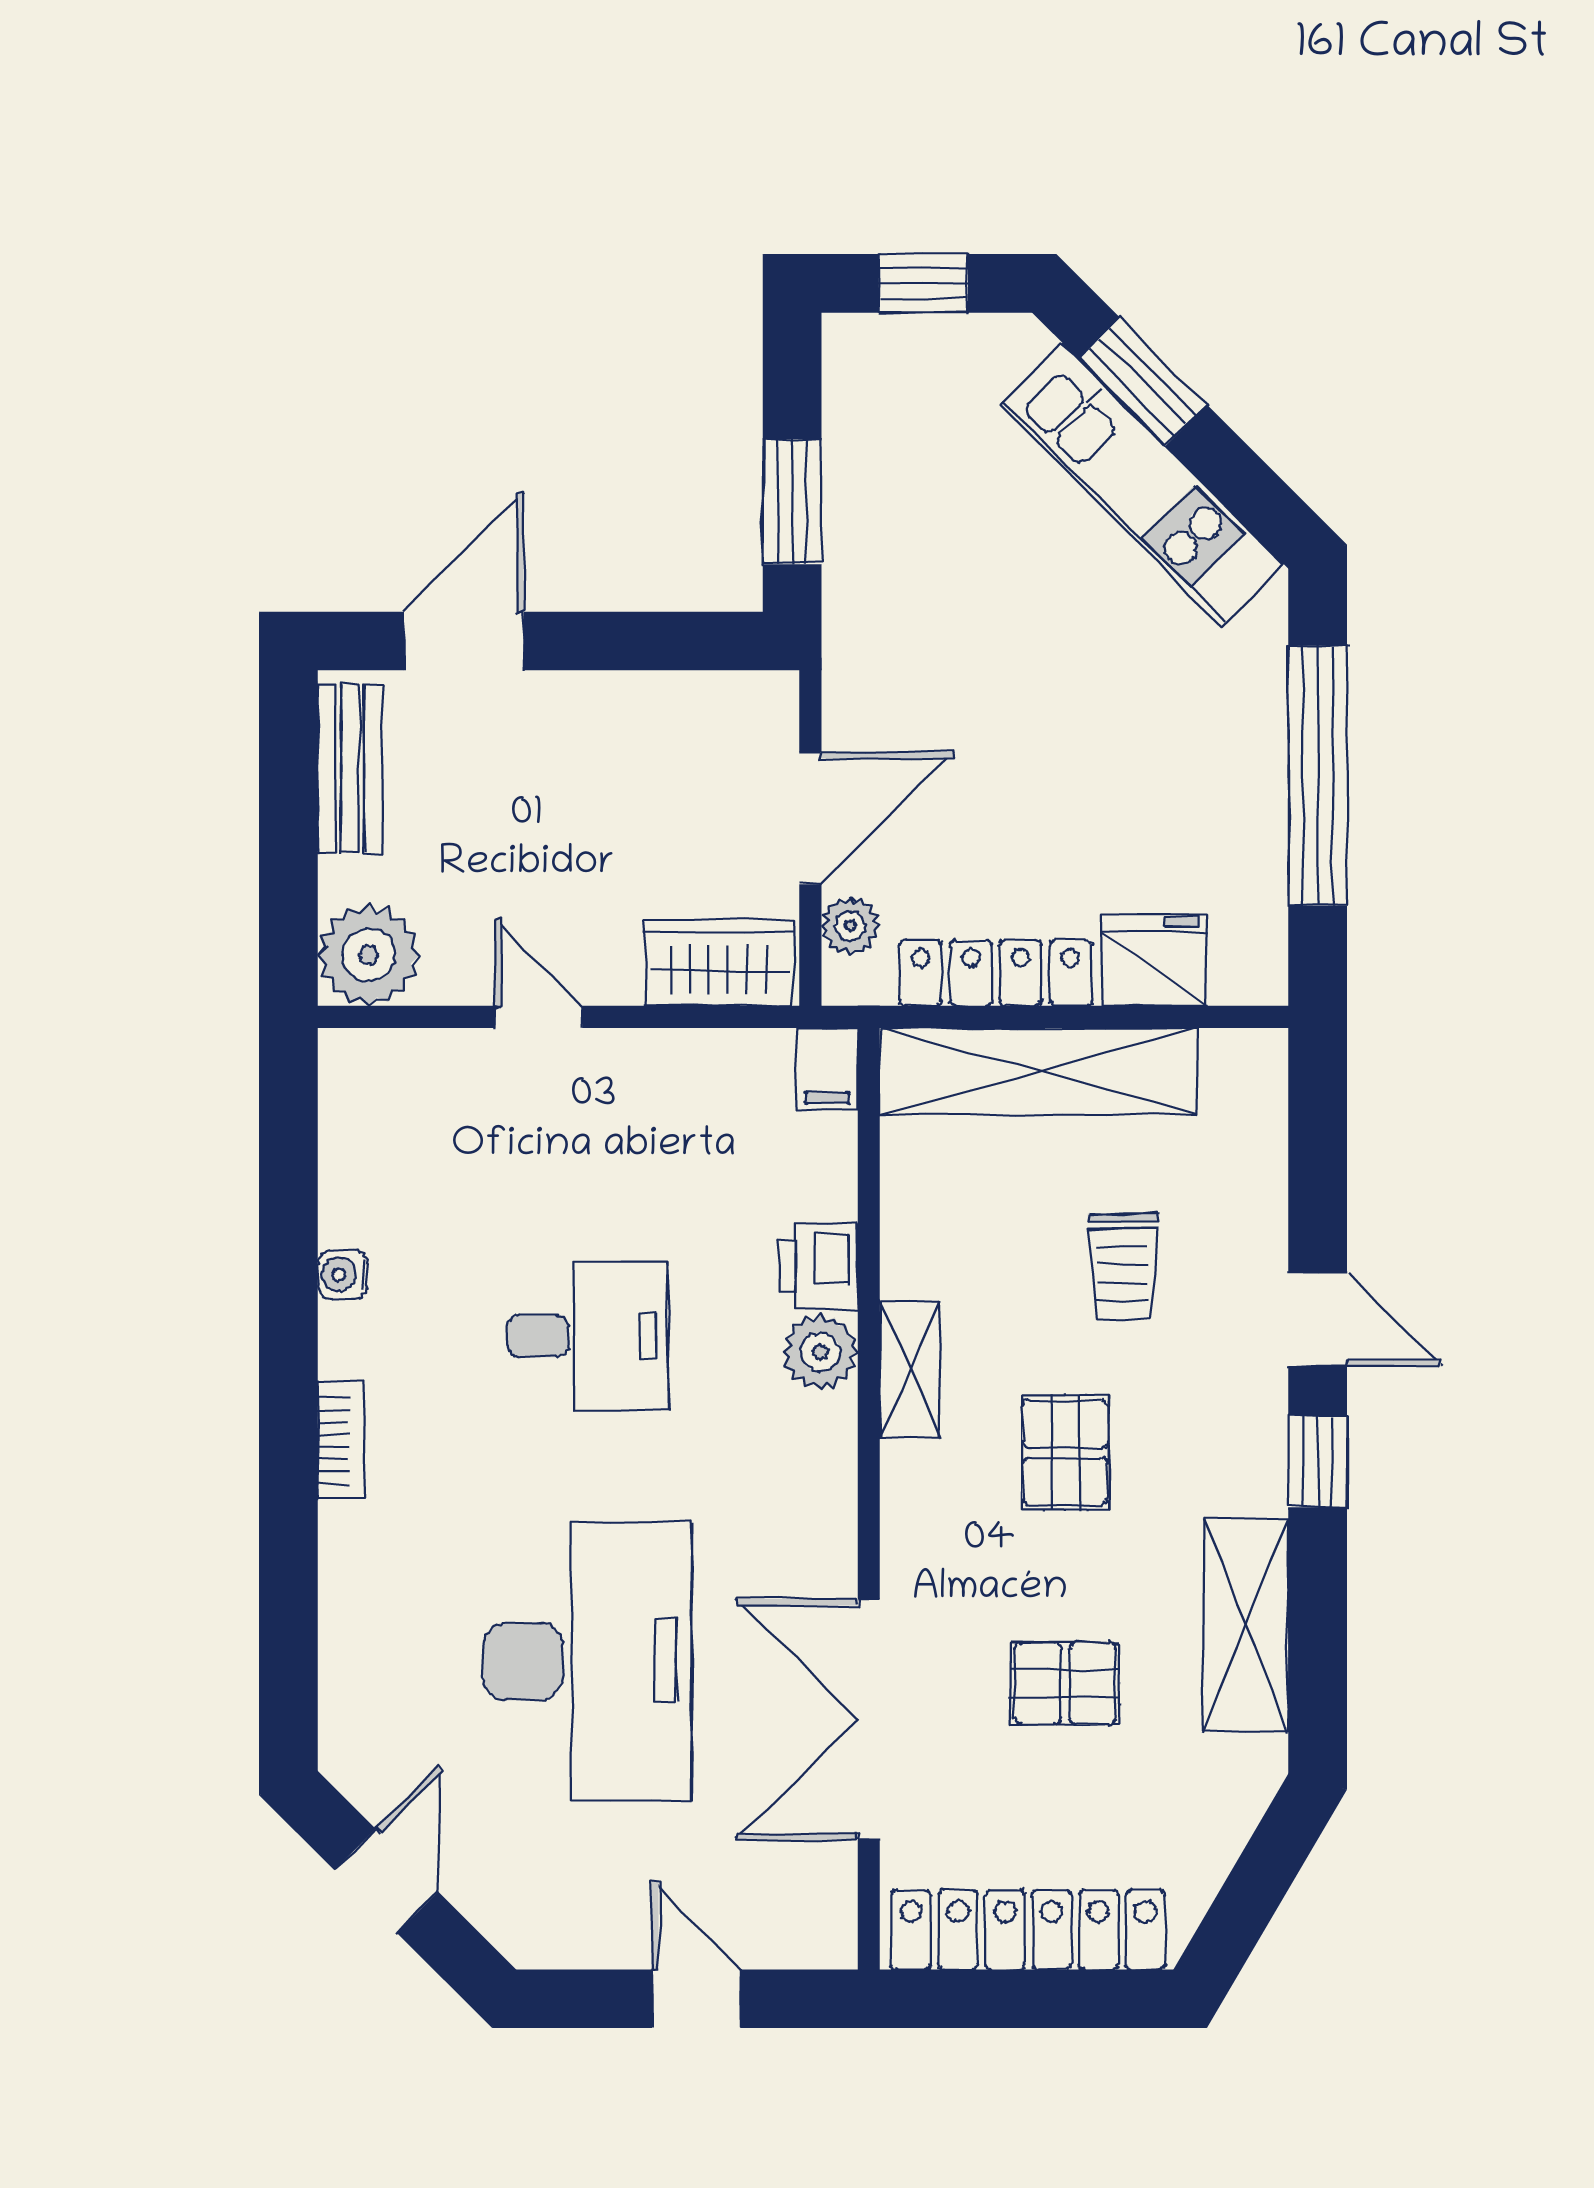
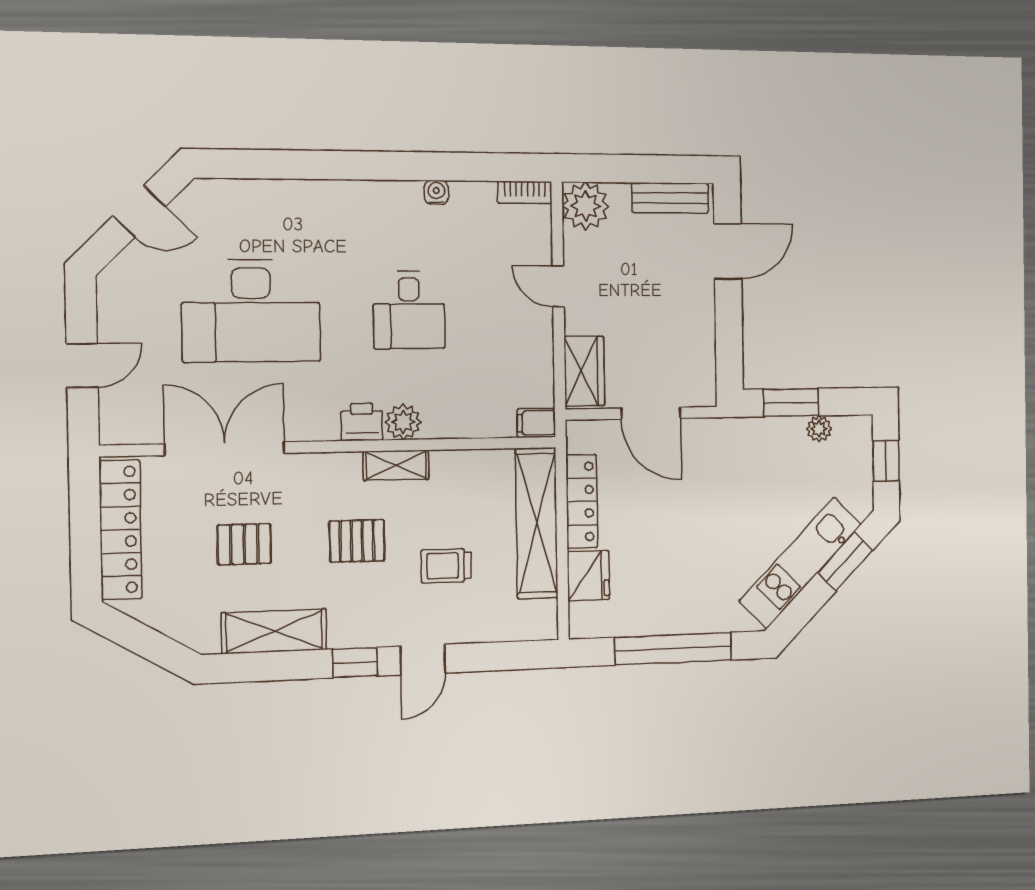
door: (464, 641) -> (728, 251), hinge flipped
plant: (850, 926) -> (819, 429), moved
door: (539, 1017) -> (558, 286), swing flipped
printer: (819, 1266) -> (362, 422), moved
bookcase: (341, 1441) -> (525, 192), moved
pallet: (1065, 1683) -> (244, 544), turned 90

